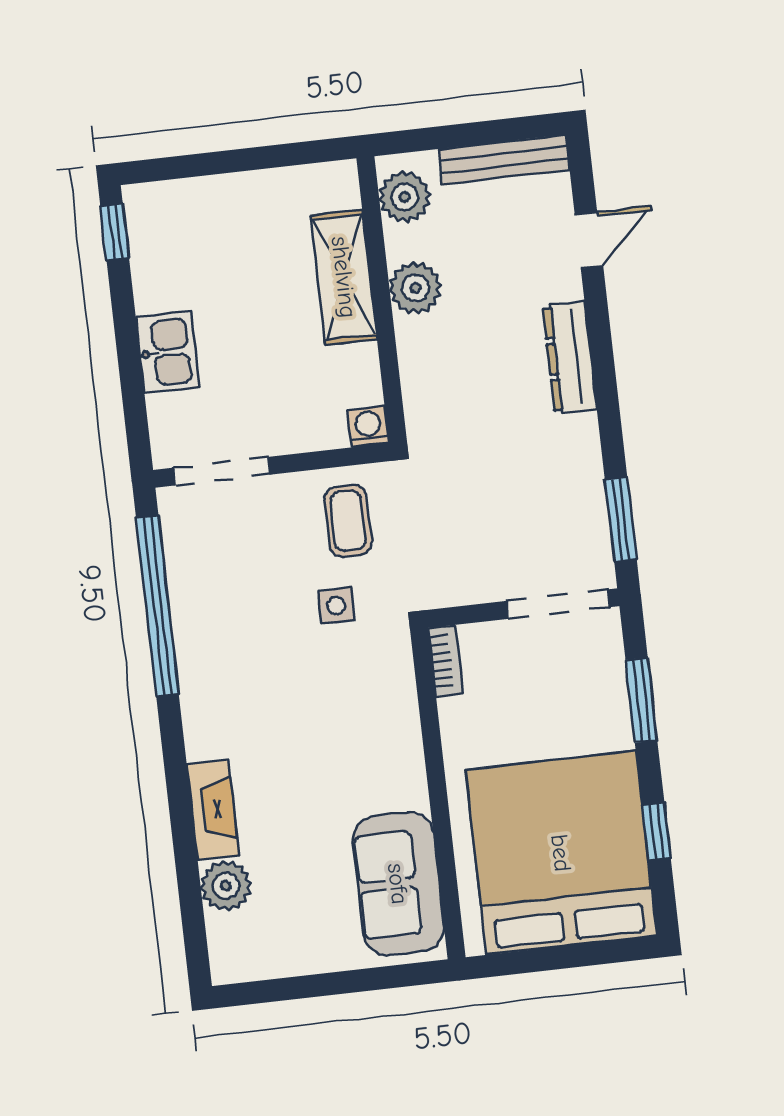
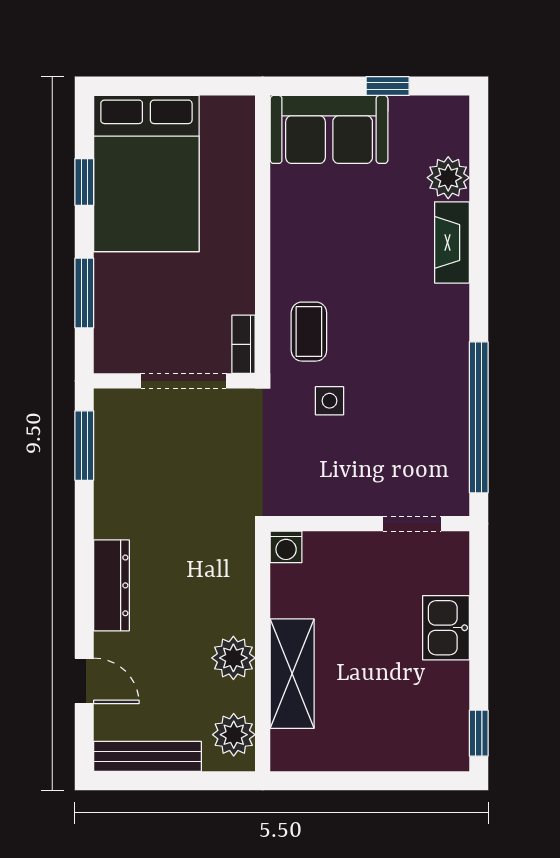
door: (589, 241) -> (84, 681), swing flipped
doorway: (222, 471) -> (412, 524), width x0.73
coffee table: (348, 521) -> (309, 332), moved
doorway: (558, 604) -> (183, 381), moved
bed: (561, 853) -> (146, 174), width x0.73
sofa: (398, 884) -> (329, 129), moved, turned 90
window: (310, 986) -> (388, 86), added

